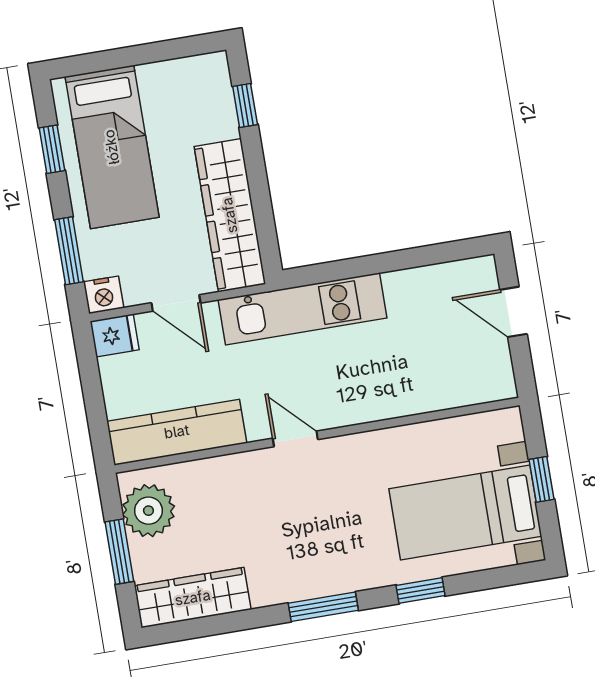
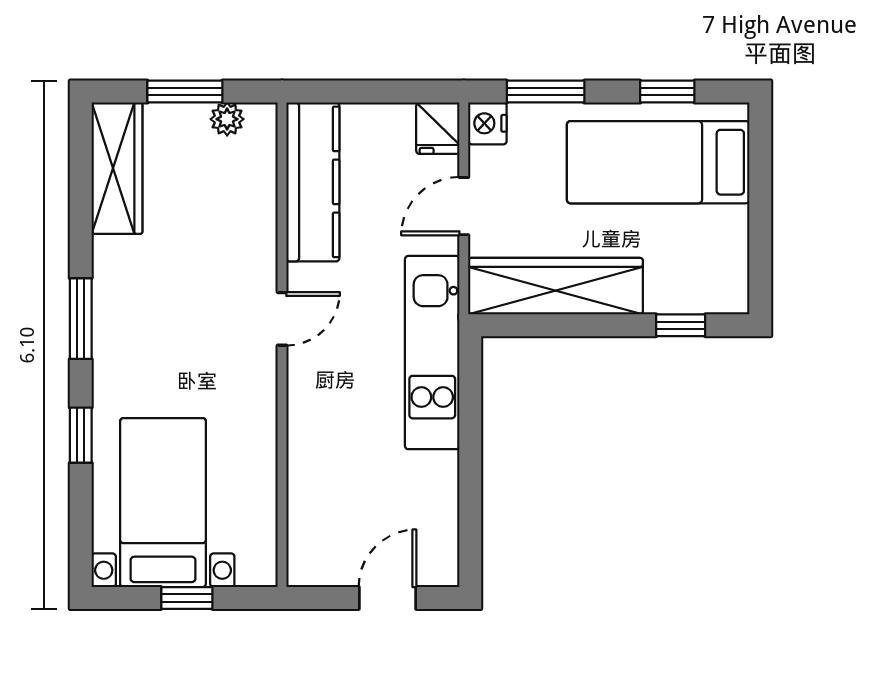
plant: (148, 511) -> (227, 119), width x0.53, depth x0.53

